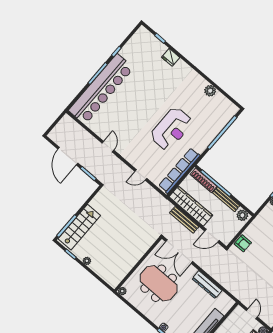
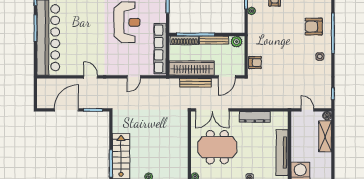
door: (68, 156) -> (66, 110), swing flipped

